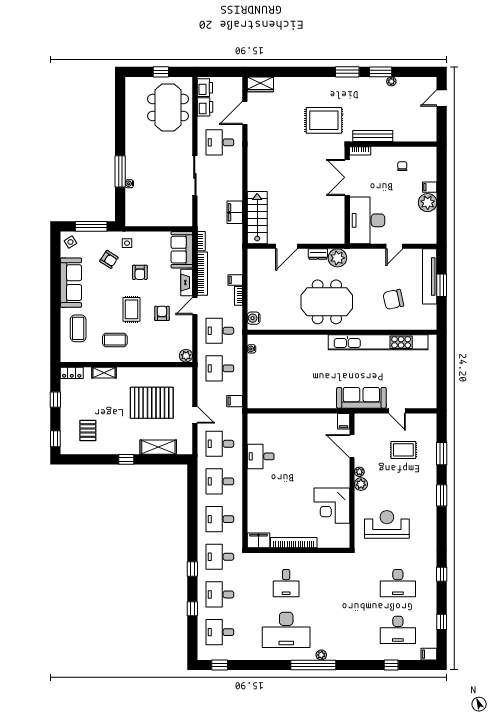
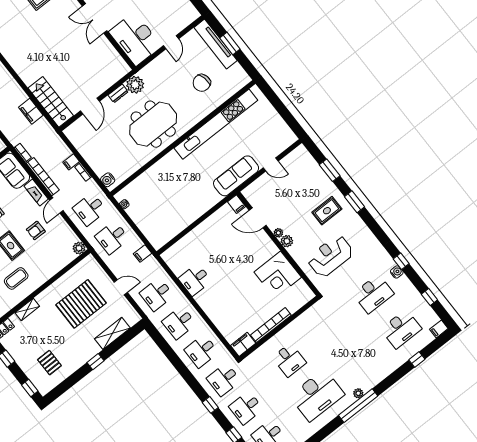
armchair: (162, 313) -> (36, 230), turned -90
rug: (403, 450) -> (327, 211), moved
water cooler: (431, 580) -> (397, 272), added

